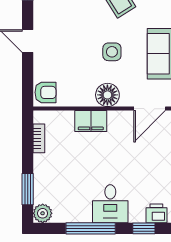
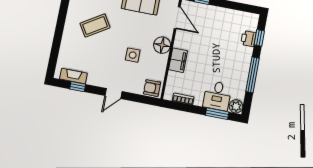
side table: (112, 52) -> (133, 55), moved
armchair: (45, 92) -> (152, 88), turned -90
desk: (110, 204) -> (217, 96), moved, turned 90
printer: (156, 213) -> (248, 39), moved

